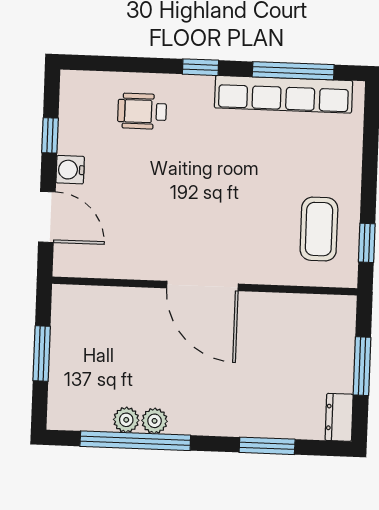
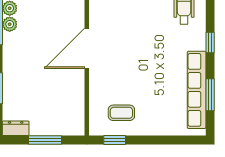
window: (293, 71) -> (210, 95), width x0.69
coffee table: (319, 229) -> (121, 113), width x0.73, depth x0.77

